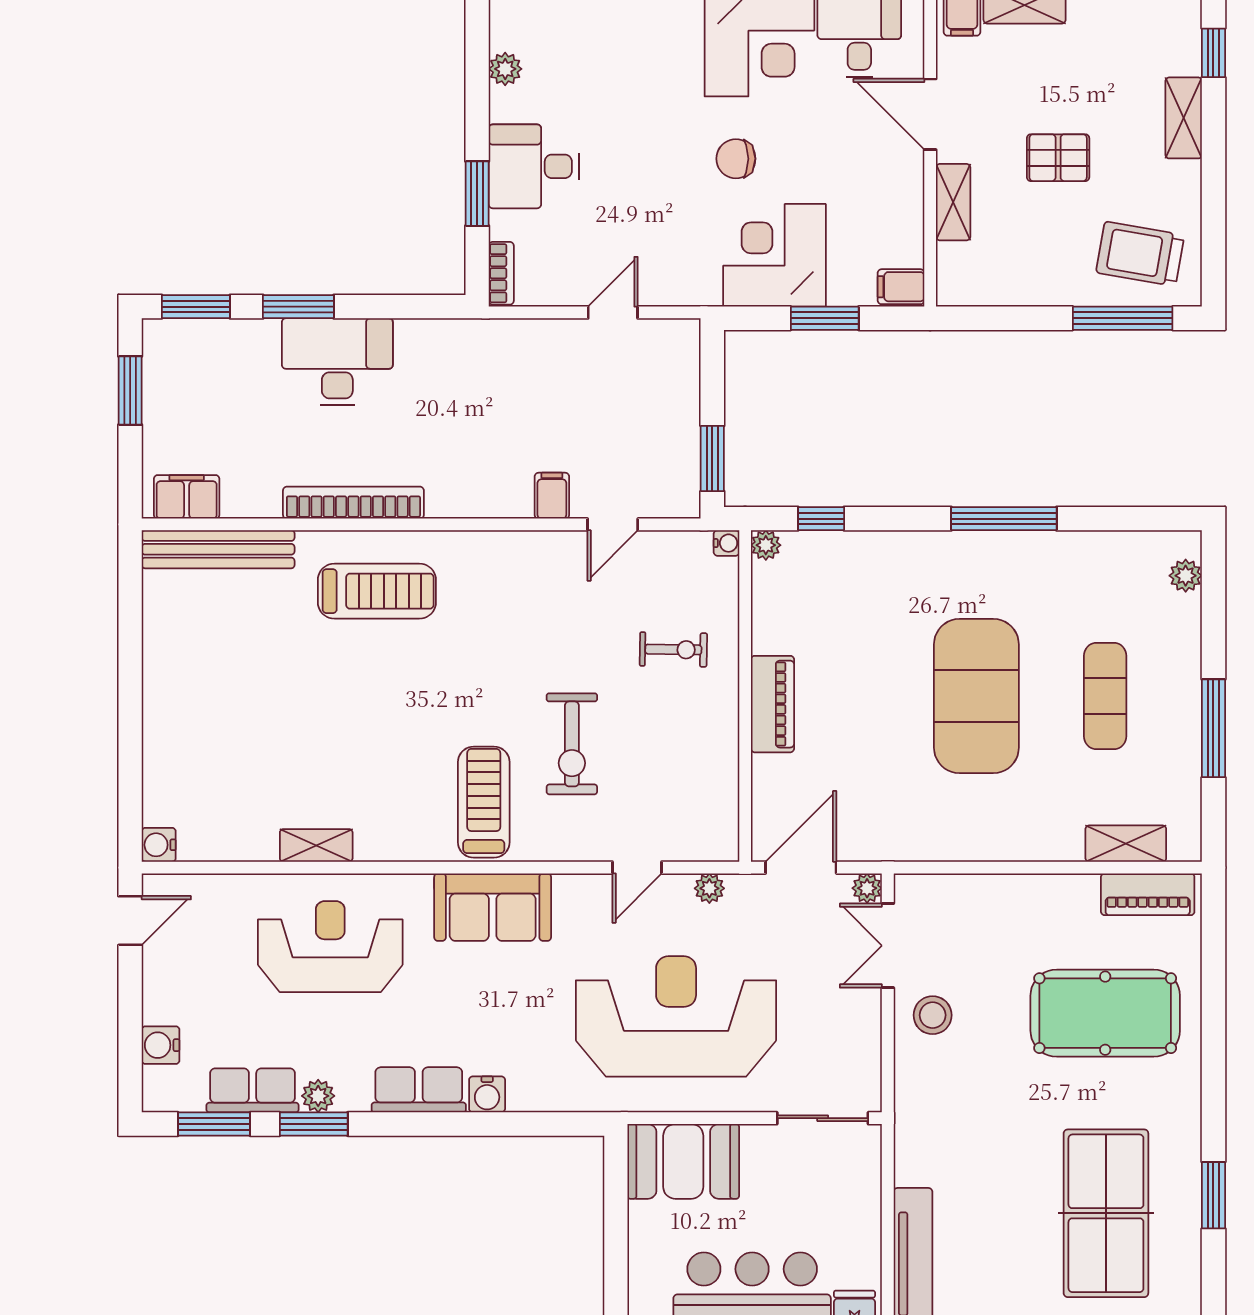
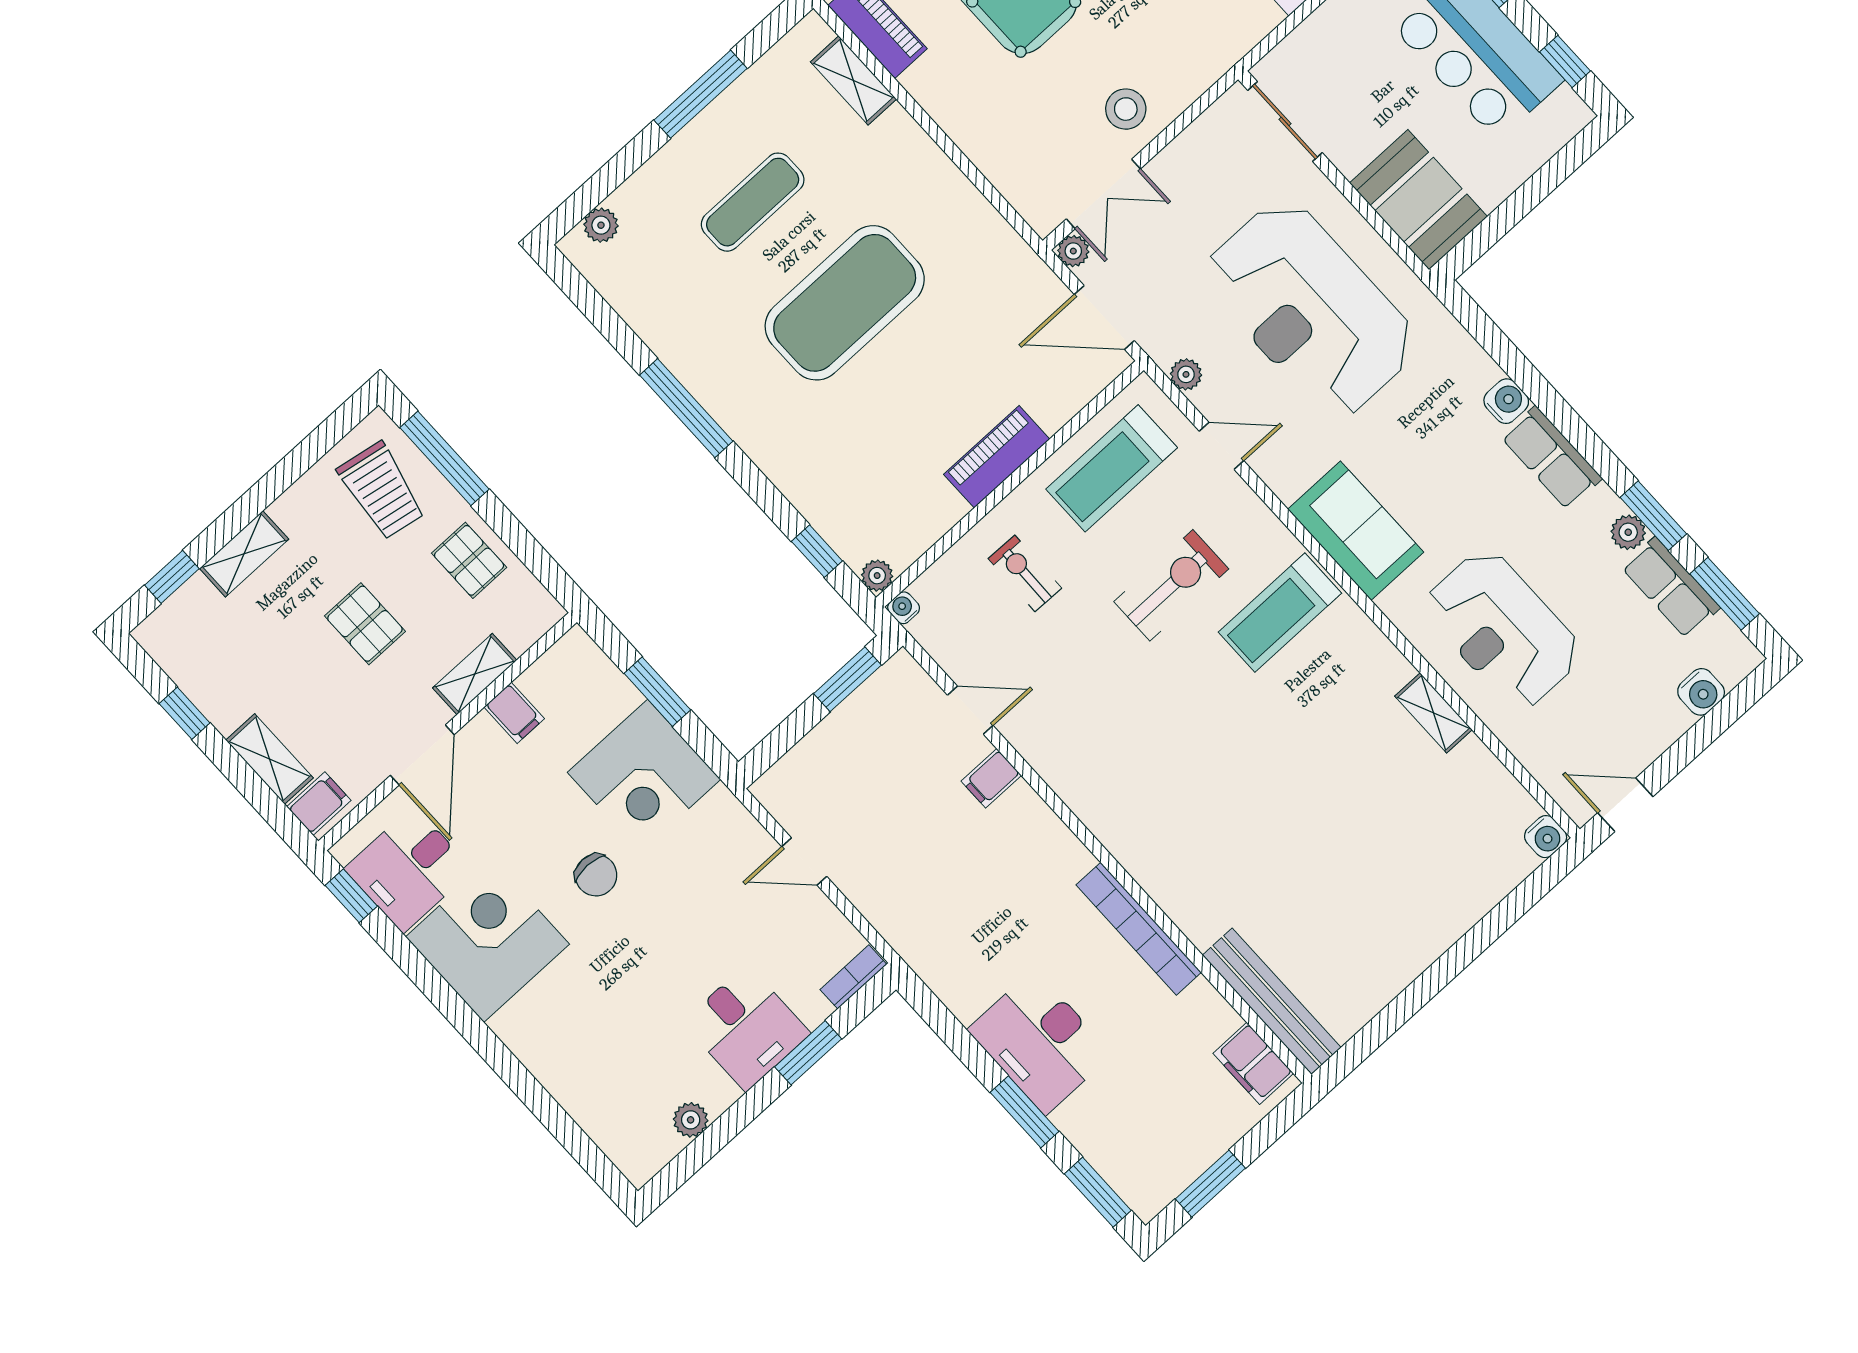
pallet: (1036, 271) -> (469, 560), added
filing cabinet: (901, 287) -> (514, 713), moved
treadmill: (377, 591) -> (1112, 468), moved, turned -90

